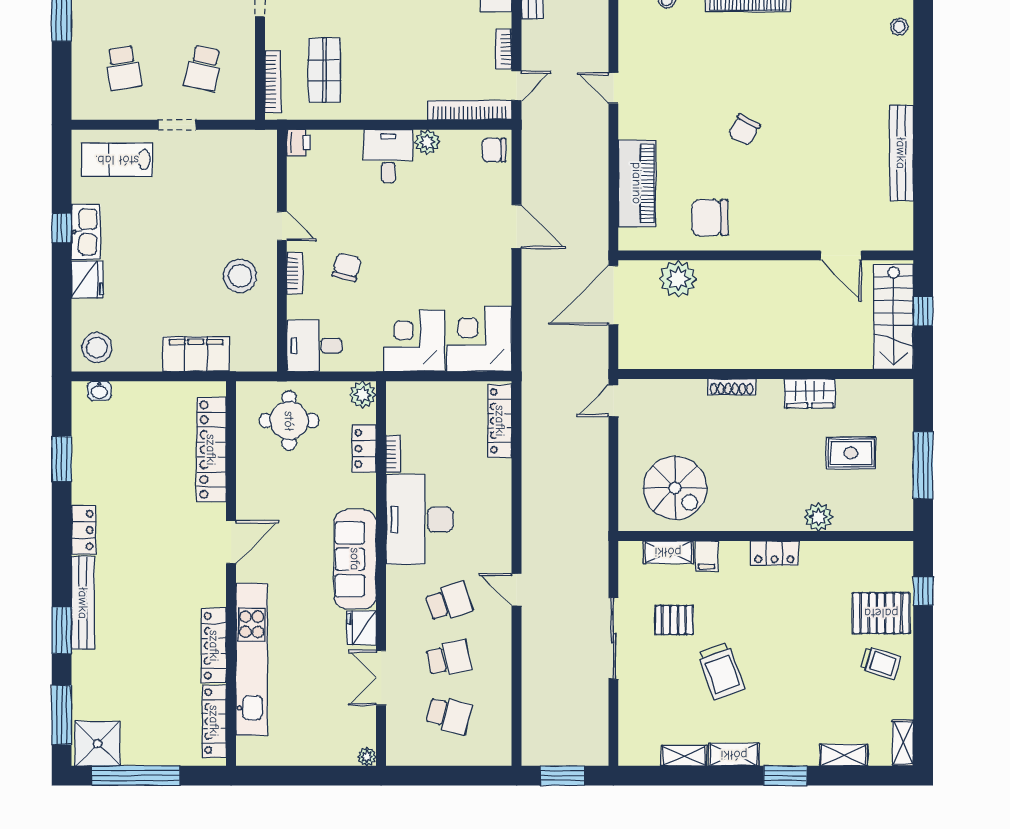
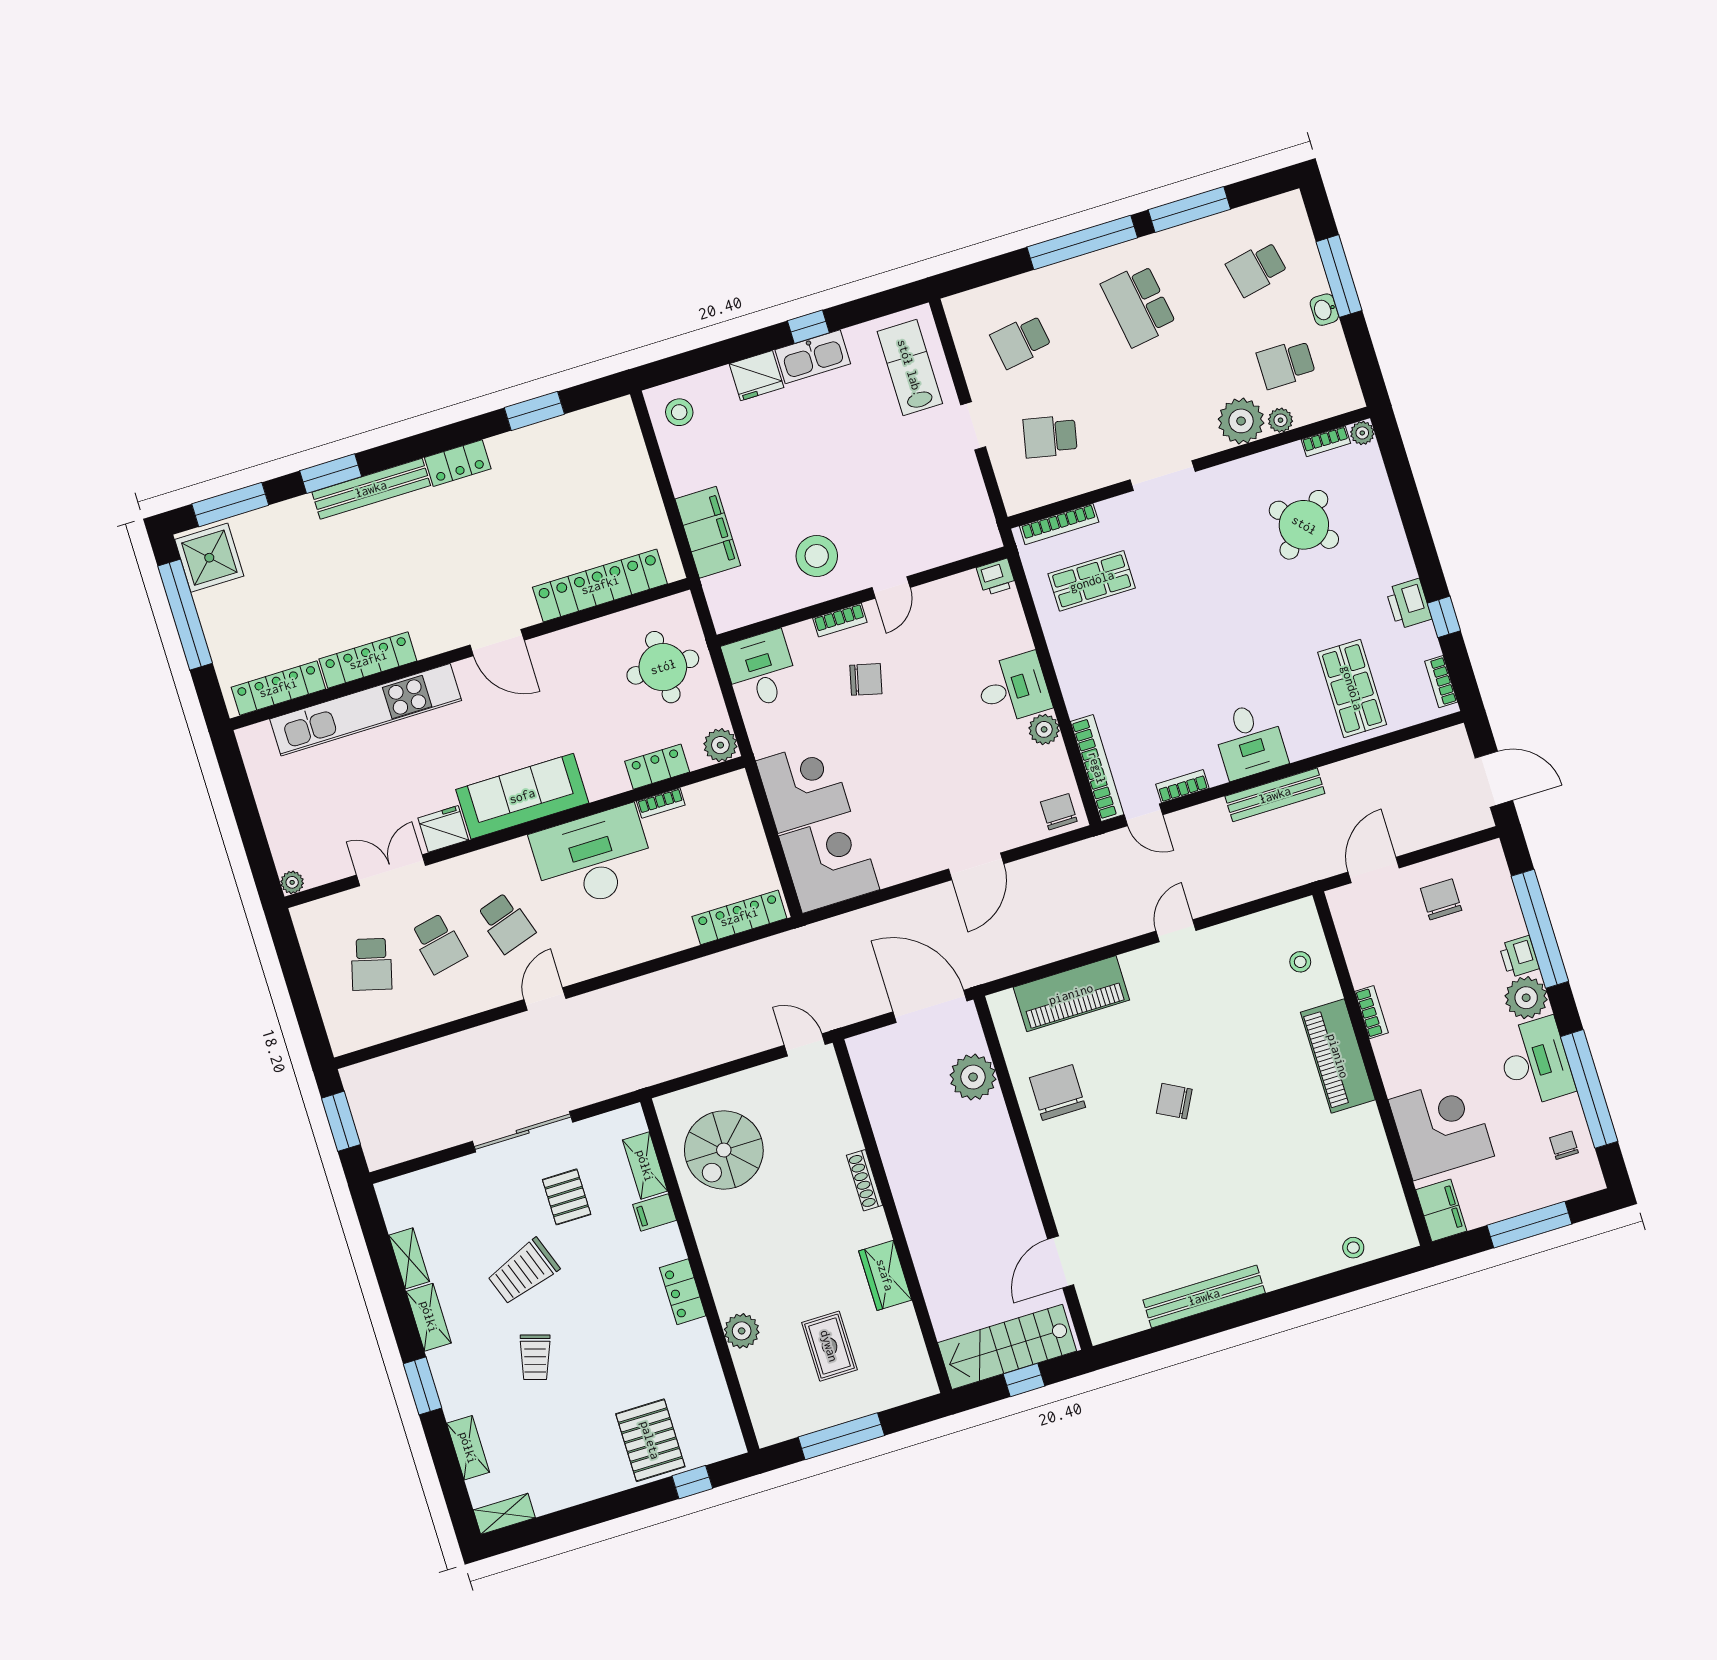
stool: (97, 348) -> (679, 412), width x0.73, depth x0.73
washbasin: (99, 391) -> (629, 431), removed
trolley: (881, 663) -> (535, 1357), moved

